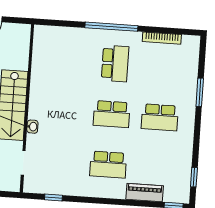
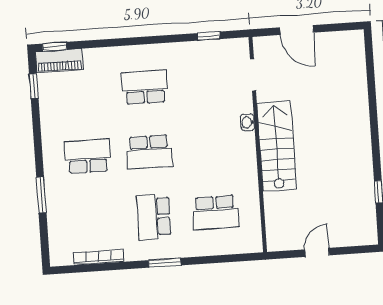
window: (111, 27) -> (165, 263), width x0.47
school desk: (67, 60) -> (215, 213), added
school desk: (112, 114) -> (149, 152), turned 180
piano: (145, 193) -> (59, 60), moved

